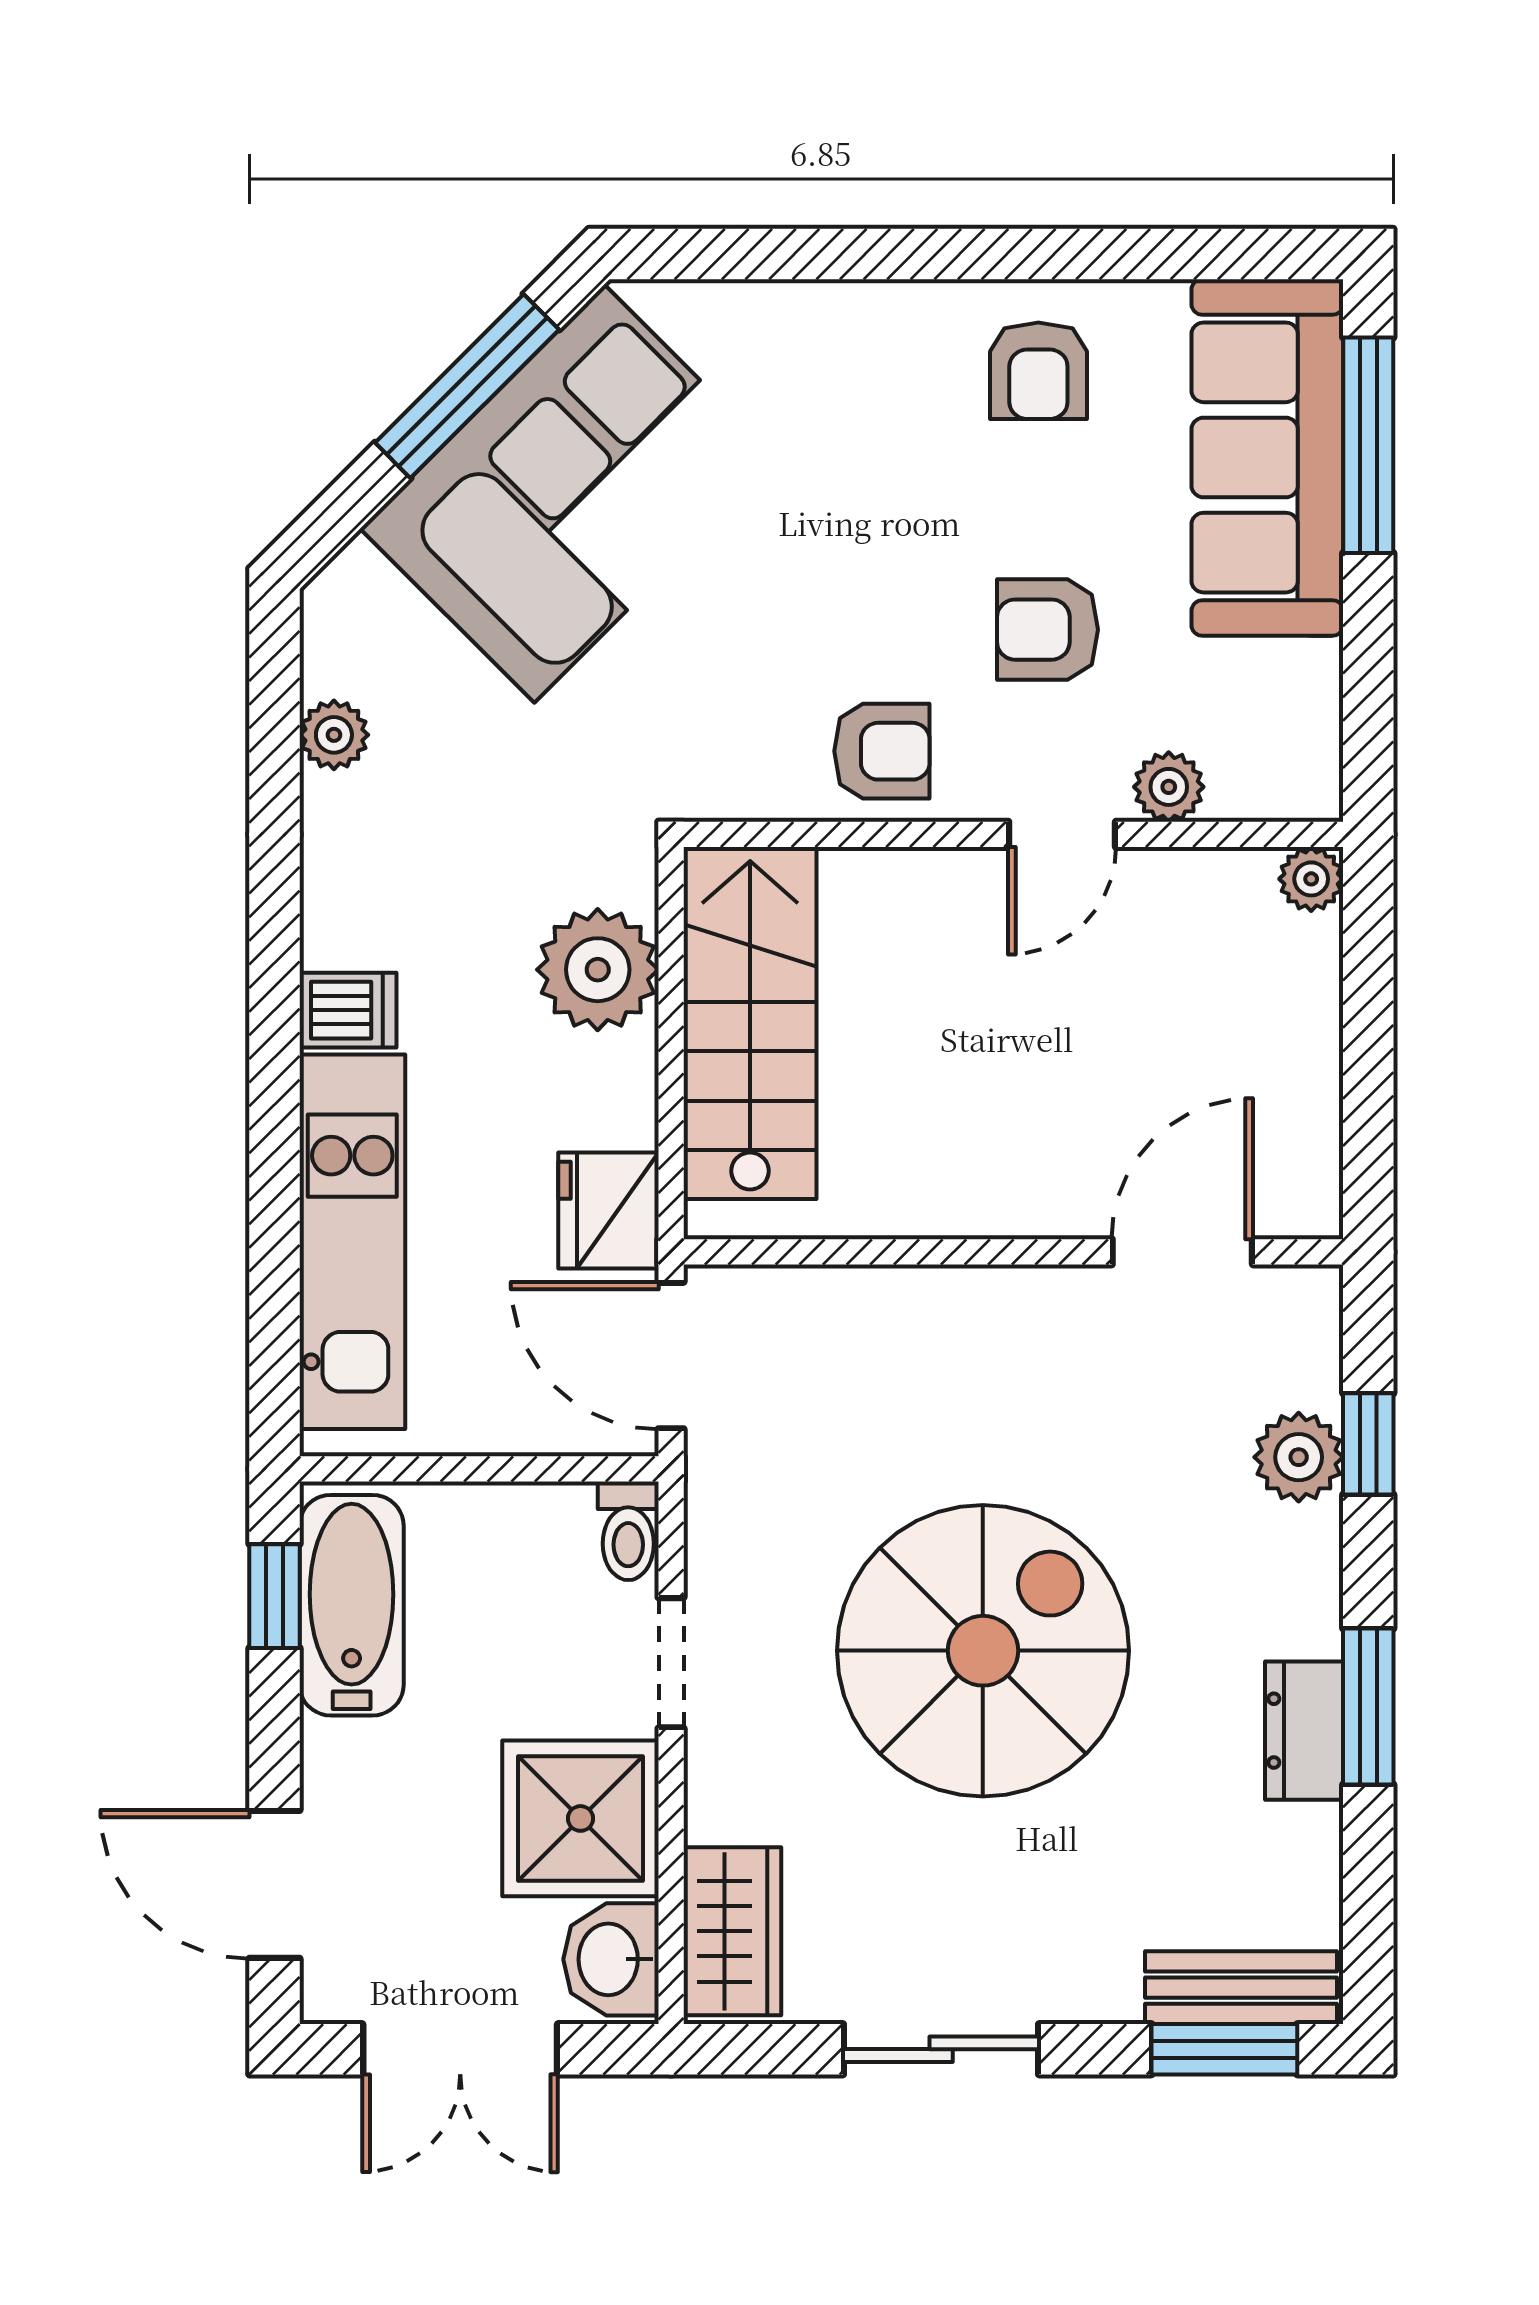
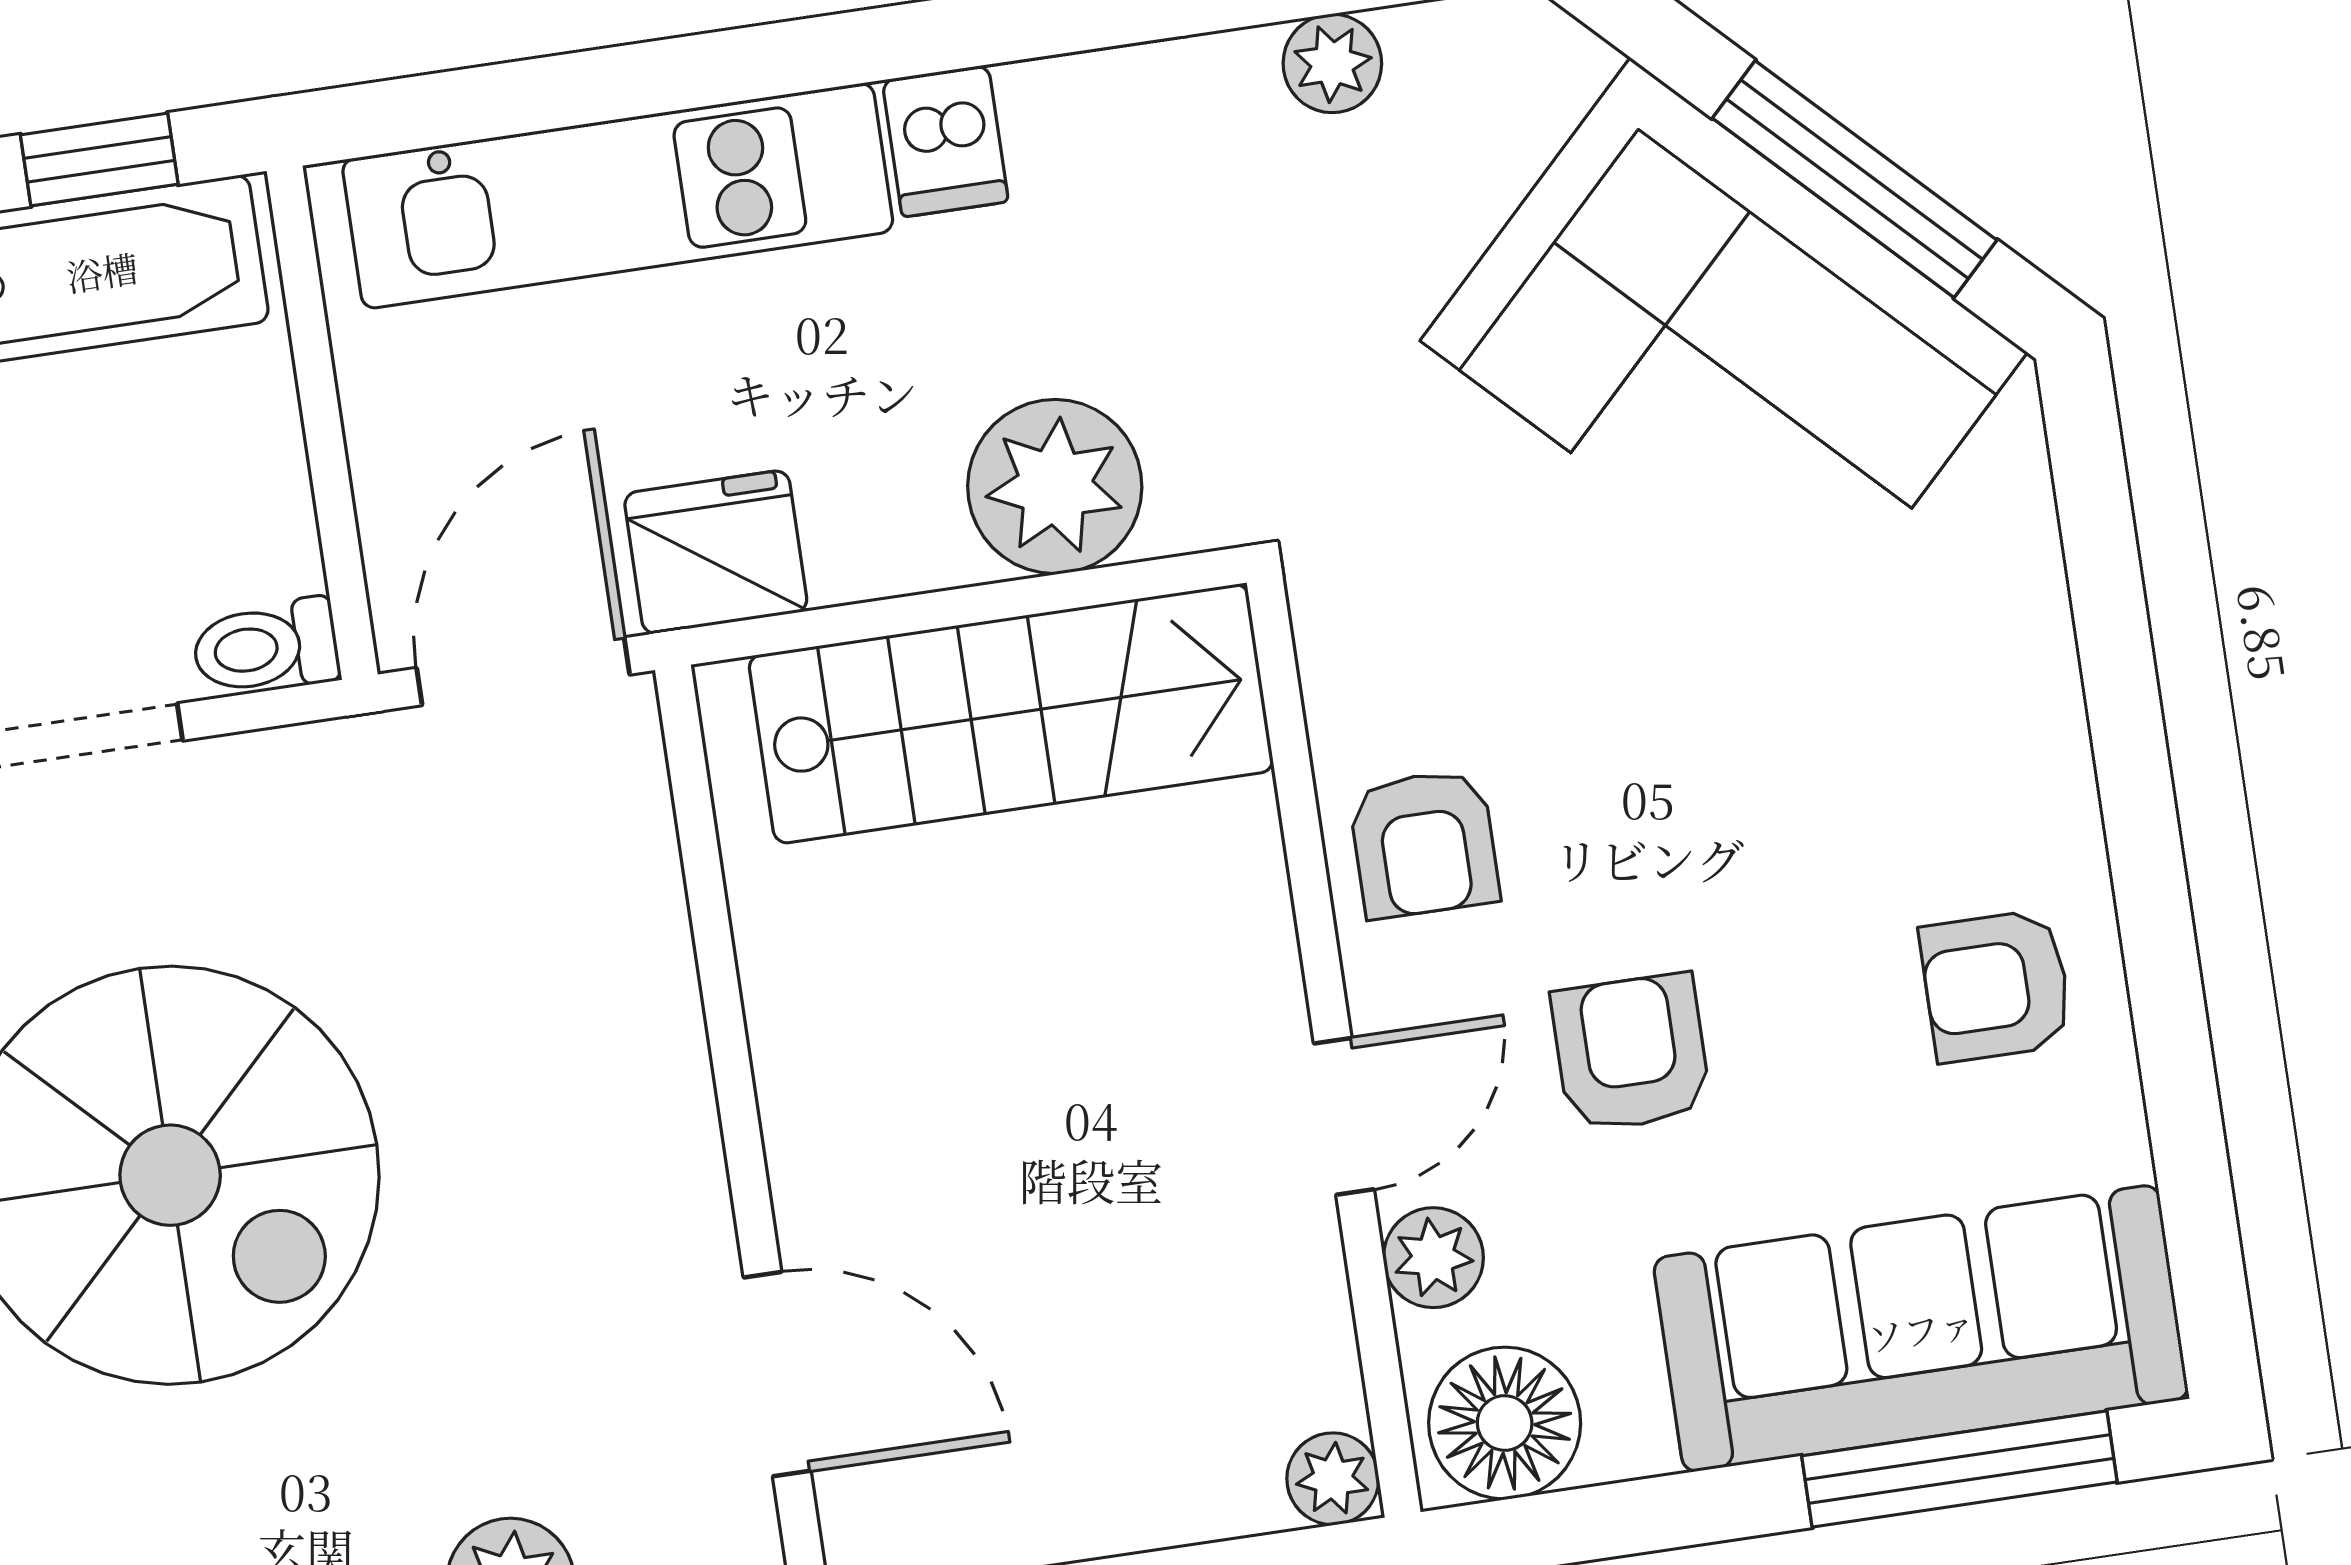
floor lamp: (1290, 755) -> (1505, 1423), added
door: (1062, 834) -> (1344, 1116), swing flipped

